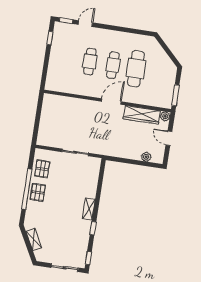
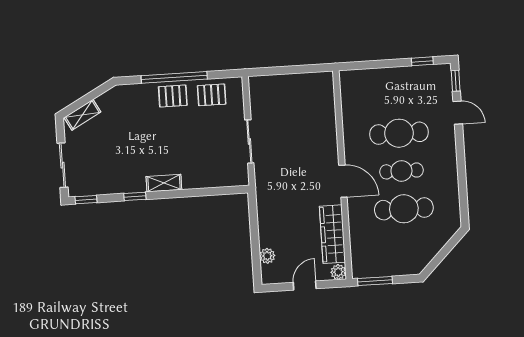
cafe table: (90, 62) -> (399, 133), width x1.37, depth x1.35
shelving: (34, 239) -> (82, 115), moved

